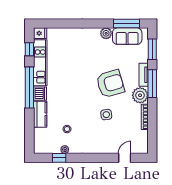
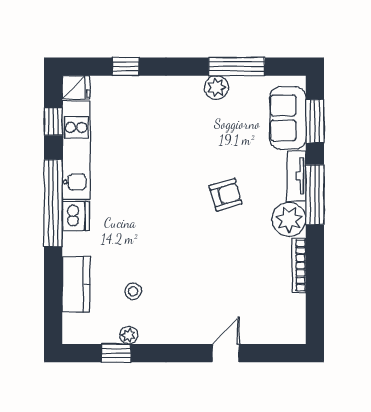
window: (63, 24) -> (126, 67), added
window: (126, 24) -> (237, 67), moved
sofa: (127, 36) -> (288, 118), moved, turned 90
armchair: (110, 84) -> (226, 195), width x0.53, depth x0.53
kitchen counter: (40, 114) -> (76, 284), moved
side table: (106, 115) -> (217, 261), removed
door: (125, 158) -> (226, 353), moved

